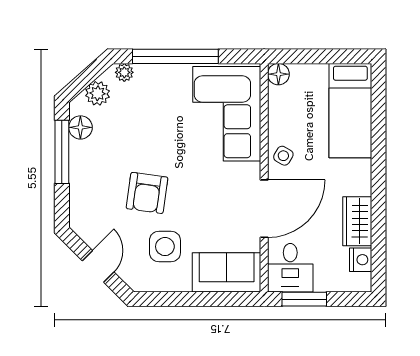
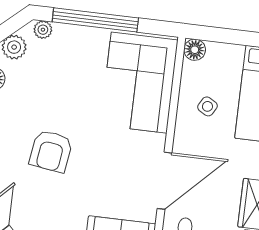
side table: (283, 156) -> (207, 106), moved
side table: (165, 247) -> (62, 206), removed

